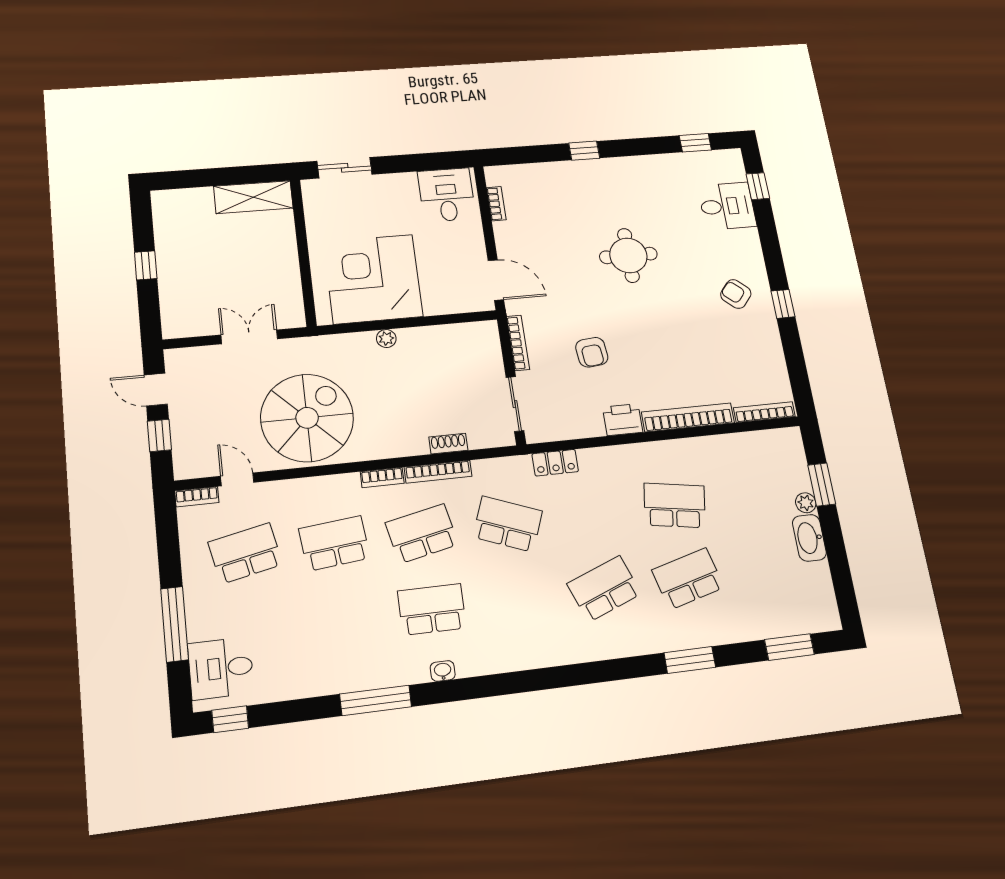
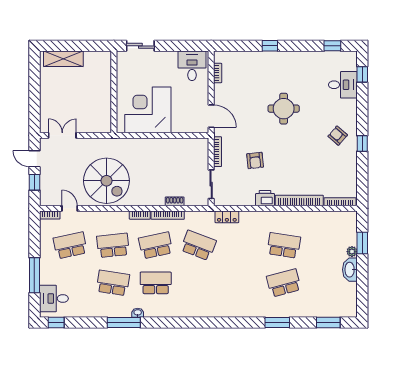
shelving: (253, 197) -> (63, 59), moved
window: (146, 265) -> (34, 92), removed
double door: (249, 337) -> (62, 135), moved
plant: (386, 339) -> (151, 143), removed
spiral stairs: (307, 418) -> (106, 181), turned 90
school desk: (604, 589) -> (113, 283), moved, turned 30
washbasin: (443, 671) -> (138, 313), moved

